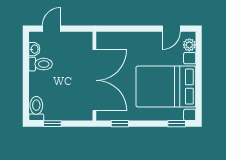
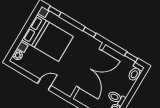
door: (171, 29) -> (44, 85), moved
double door: (94, 80) -> (89, 68), swing flipped

